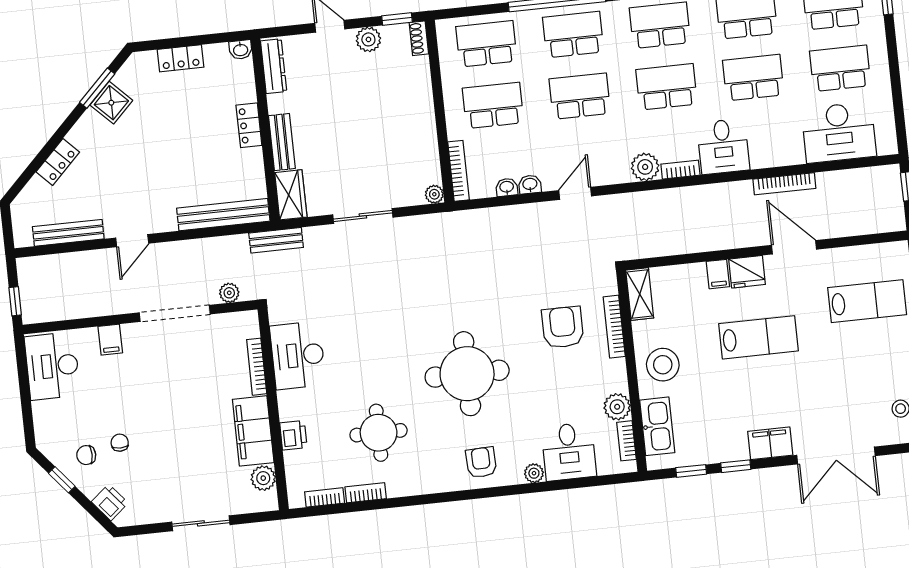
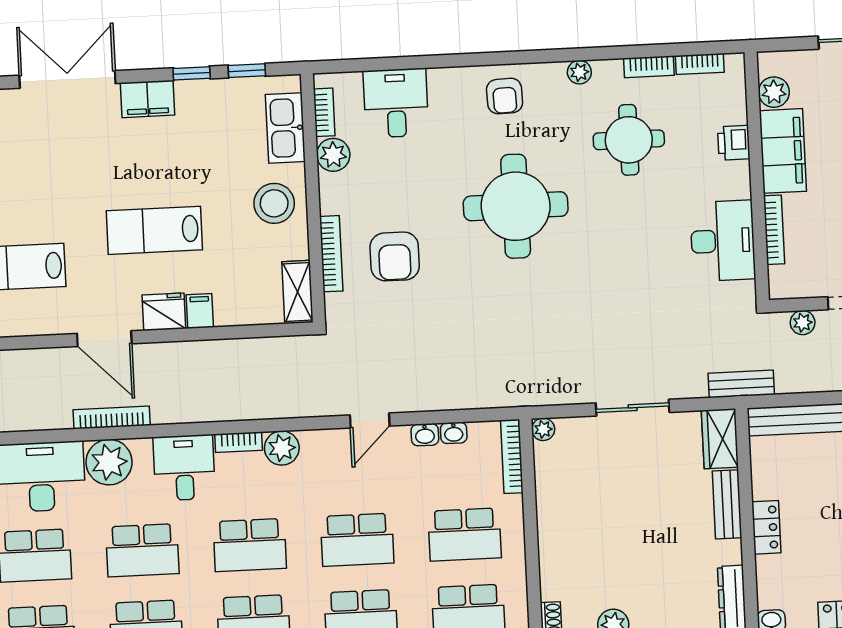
plant: (784, 147) -> (109, 462), added
plant: (534, 473) -> (579, 72), moved

